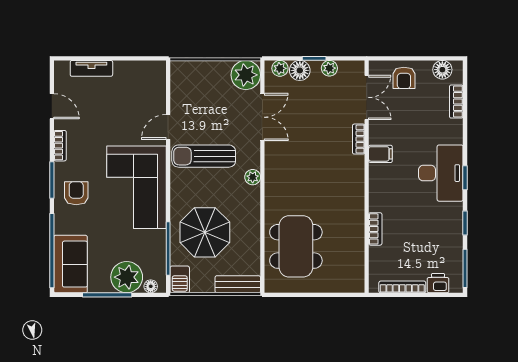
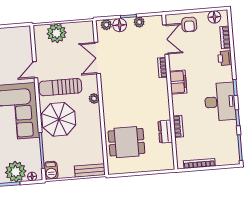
plant: (246, 75) -> (57, 33), moved
double door: (262, 117) -> (97, 58), swing flipped
filing cabinet: (380, 154) -> (178, 82), width x2.00
desk: (441, 173) -> (220, 102), moved
parasol: (205, 232) -> (59, 119), moved
dresser: (355, 235) -> (165, 132), added
dining table: (296, 246) -> (126, 142), width x0.73
printer: (438, 283) -> (225, 58), moved, turned -90

